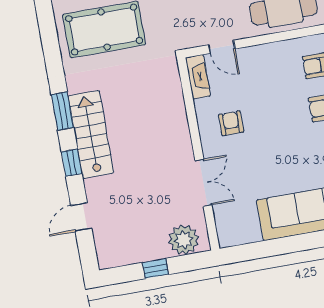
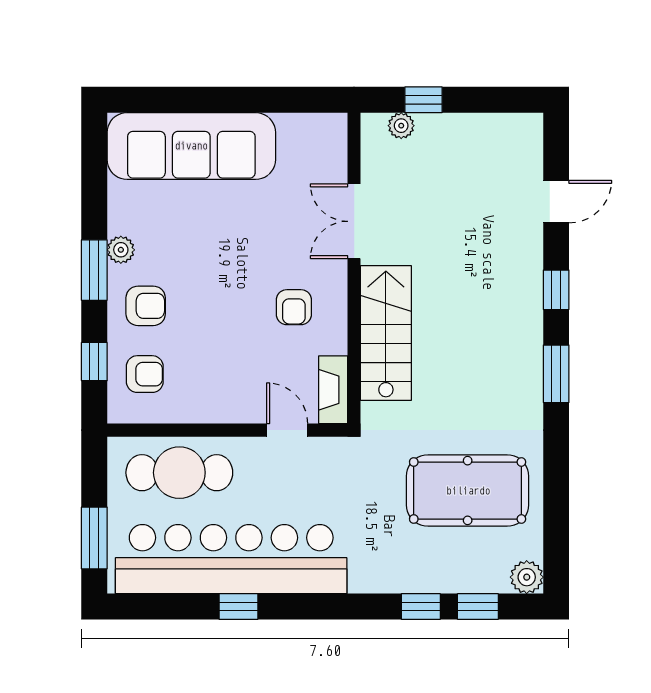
stairs: (91, 134) -> (386, 333), moved, turned 180
plant: (184, 240) -> (401, 126), width x0.53, depth x0.53
window: (156, 268) -> (423, 100), moved

